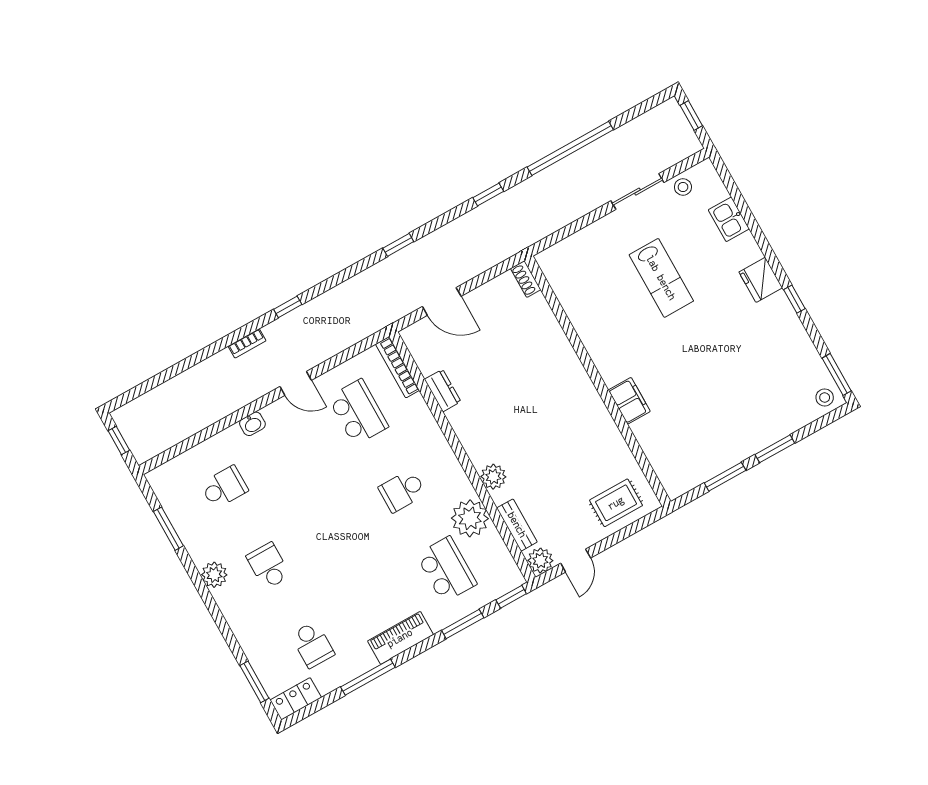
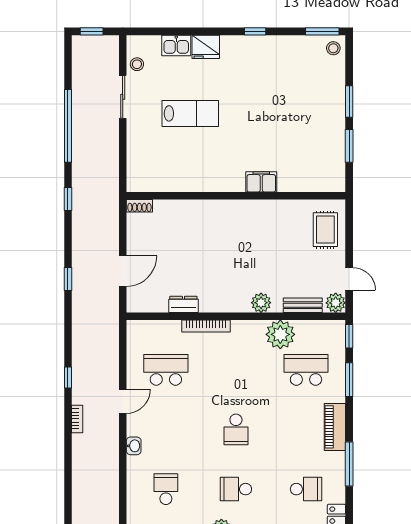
fridge: (761, 280) -> (206, 47), moved
bookcase: (398, 367) -> (206, 326), moved
school desk: (402, 491) -> (236, 429), moved

